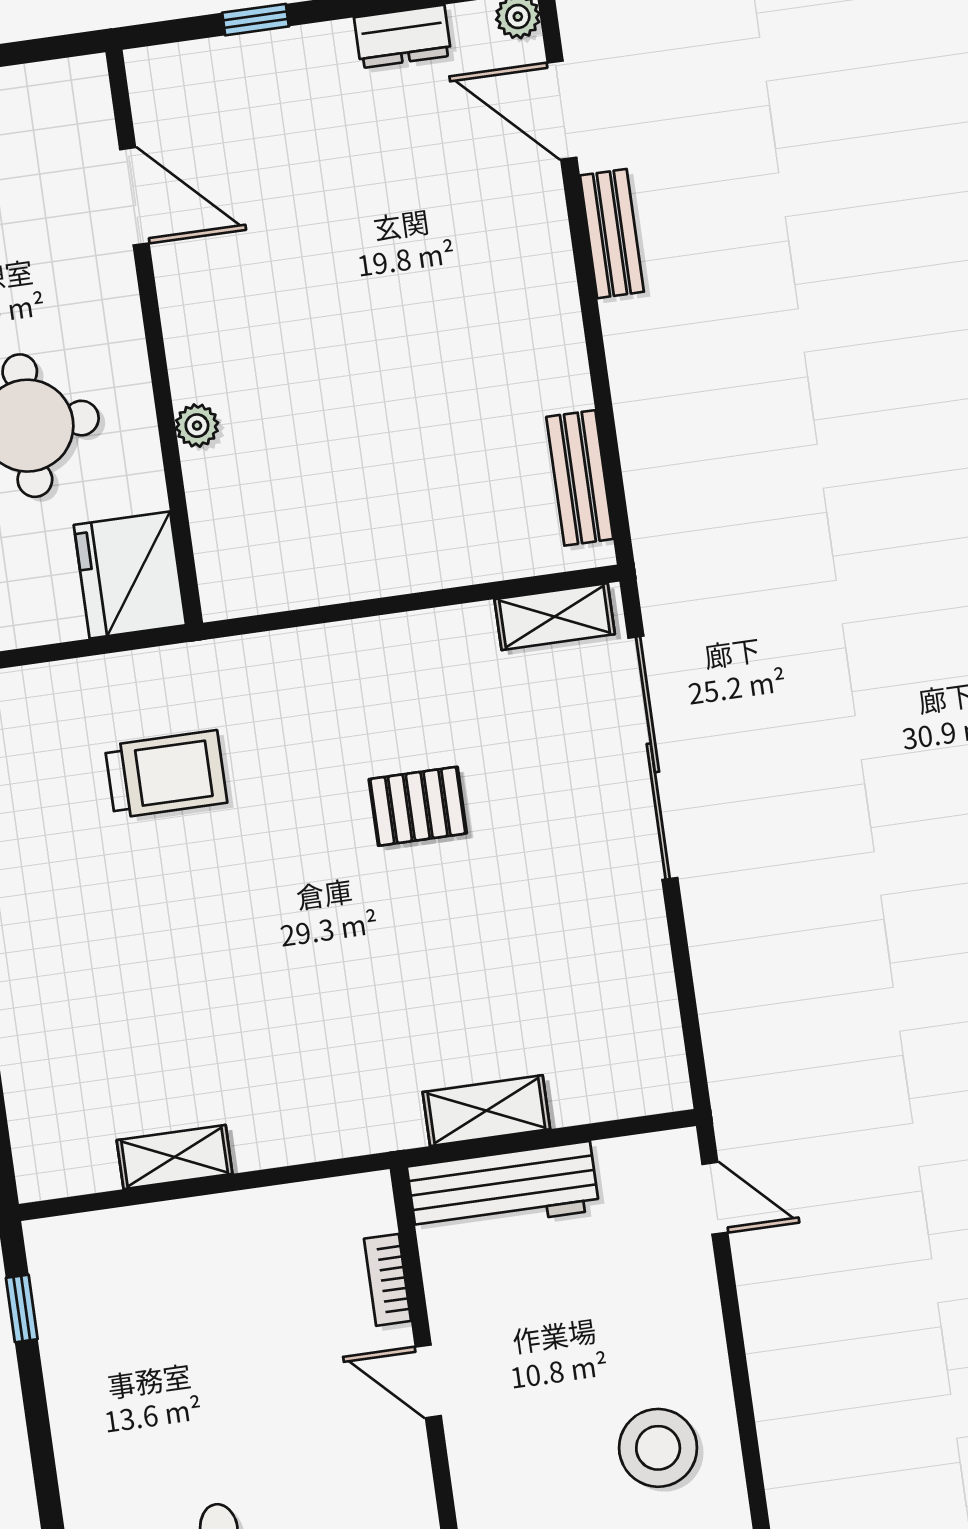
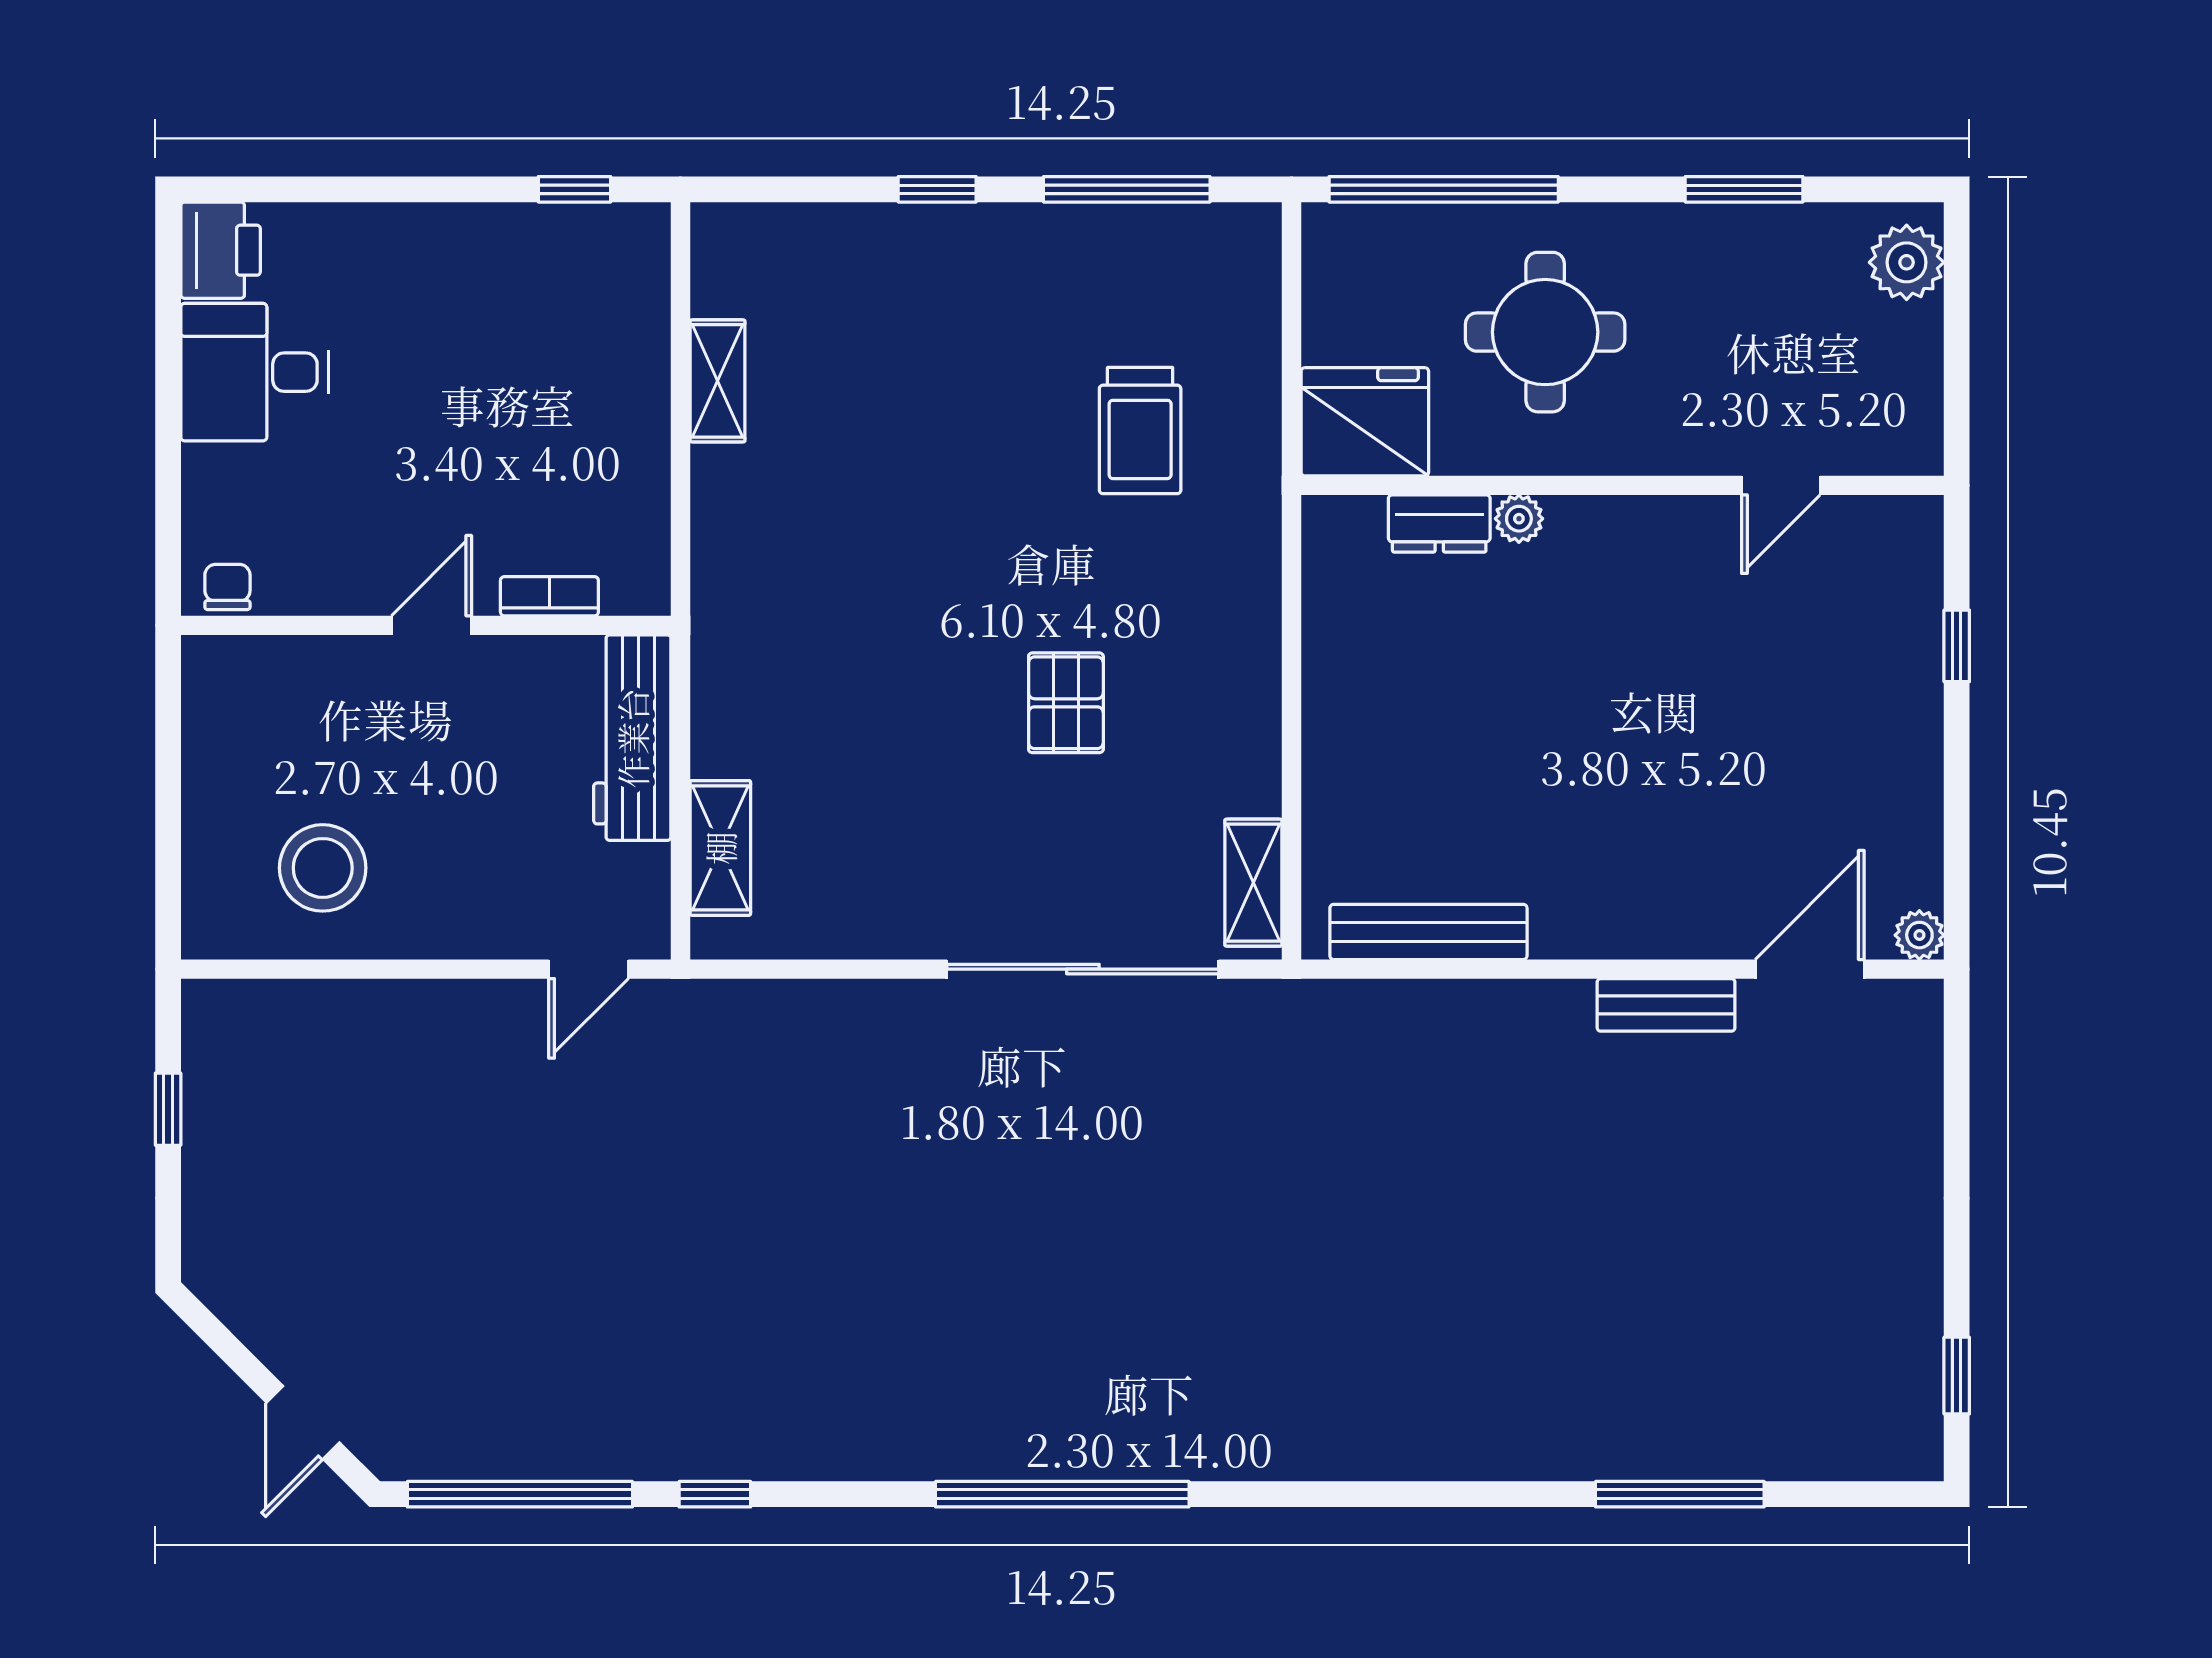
dresser: (403, 36) -> (1439, 523), moved, turned -90
door: (134, 196) -> (1781, 485), width x0.73
bench: (580, 478) -> (1428, 932), width x1.36
shelving: (486, 1111) -> (720, 848), moved

